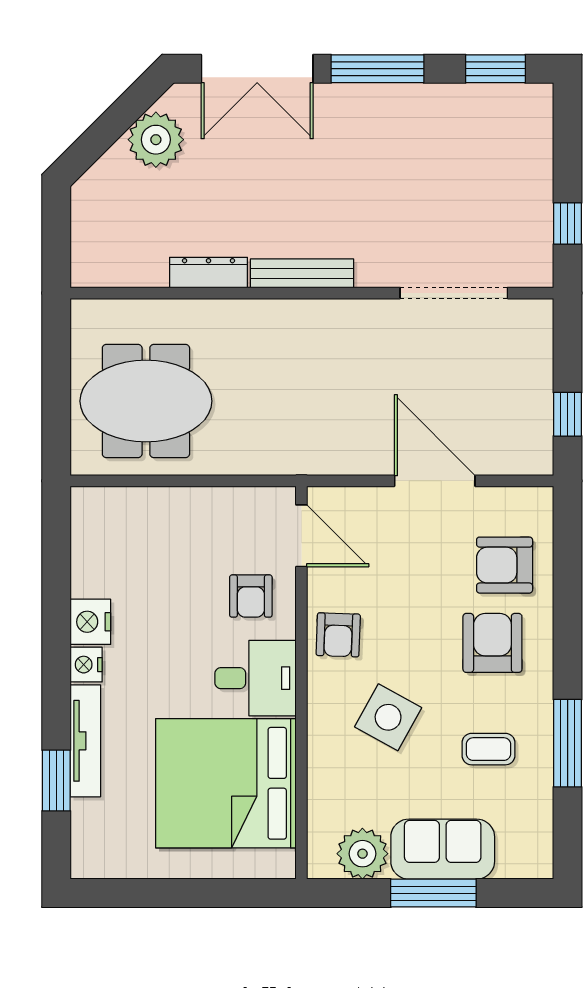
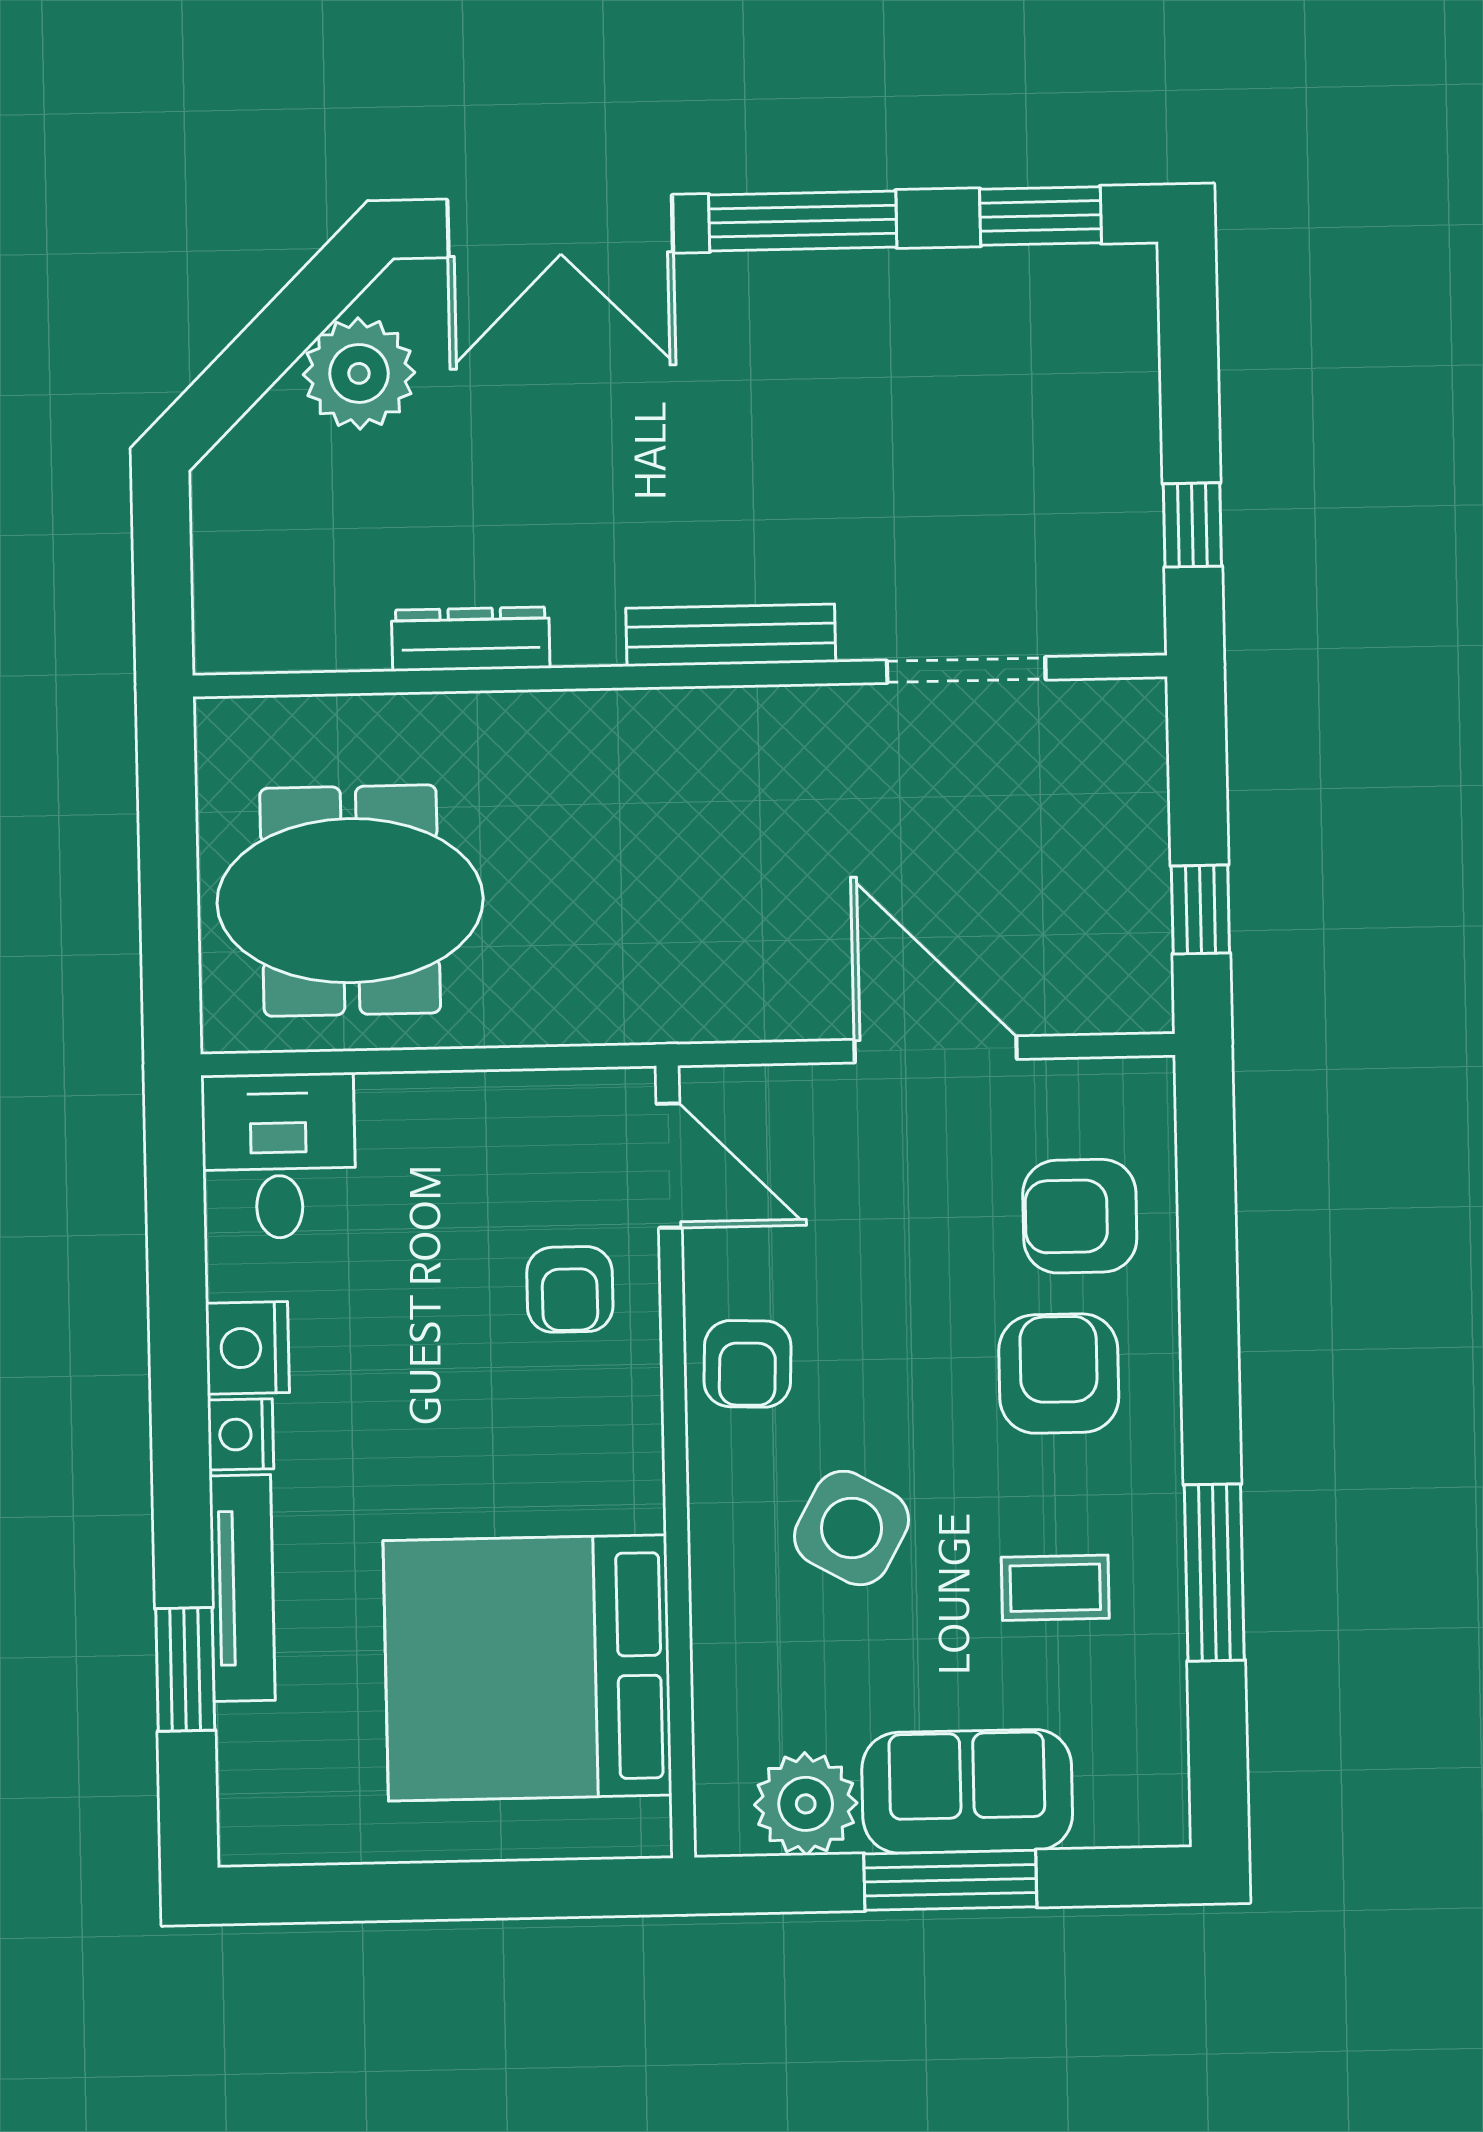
bench: (302, 273) -> (731, 635), moved
doorway: (454, 293) -> (966, 670), width x0.73
desk: (256, 678) -> (279, 1156), moved, turned -90

